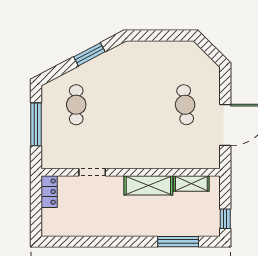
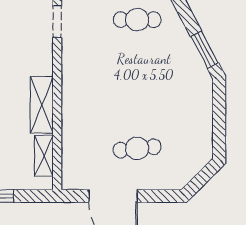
window: (89, 54) -> (205, 50), moved
doorway: (92, 172) -> (57, 22), moved

